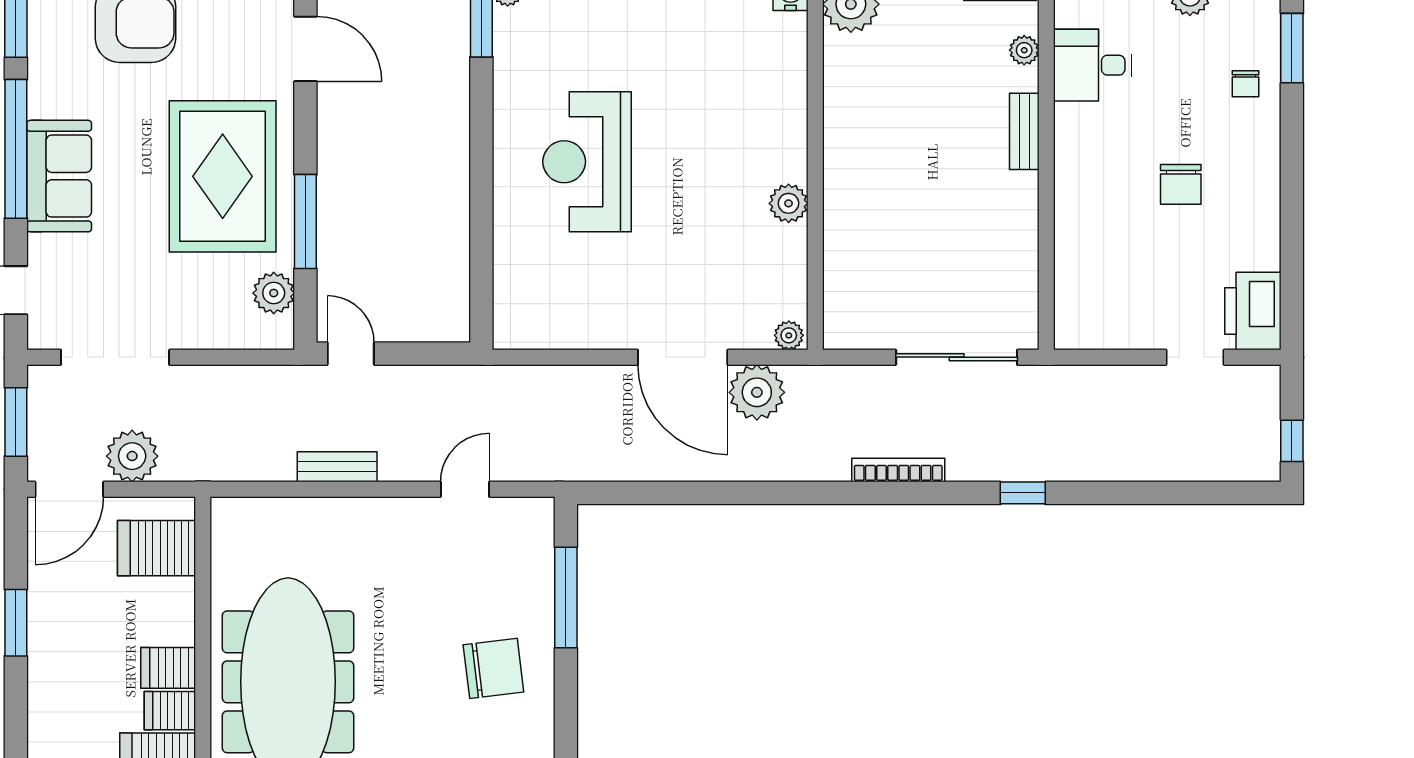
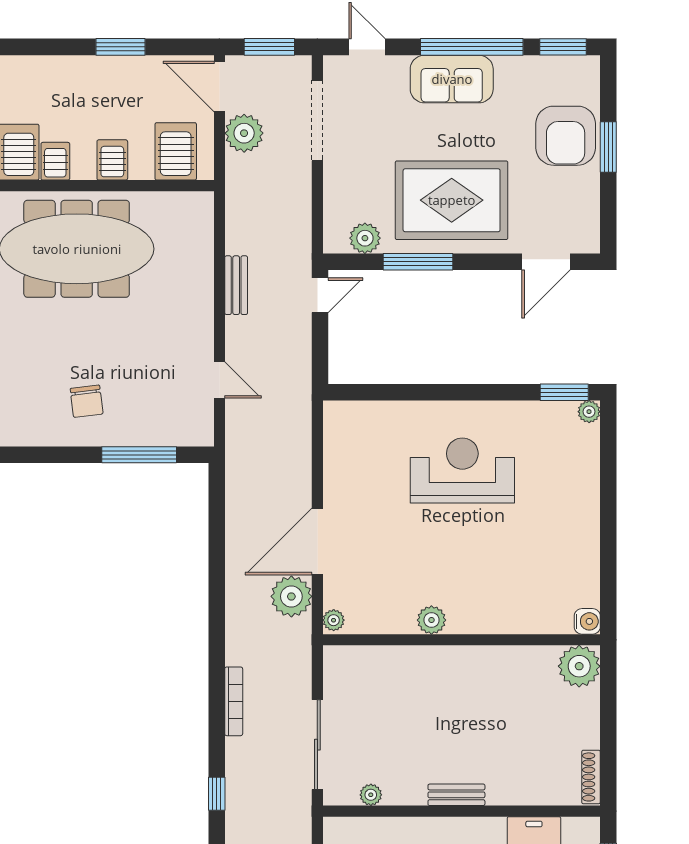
plant: (1024, 50) -> (371, 795), moved
bench: (1024, 131) -> (456, 795), moved
server rack: (168, 668) -> (112, 160), moved
chair: (493, 668) -> (87, 401), width x0.73, depth x0.73

